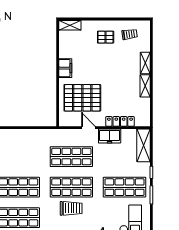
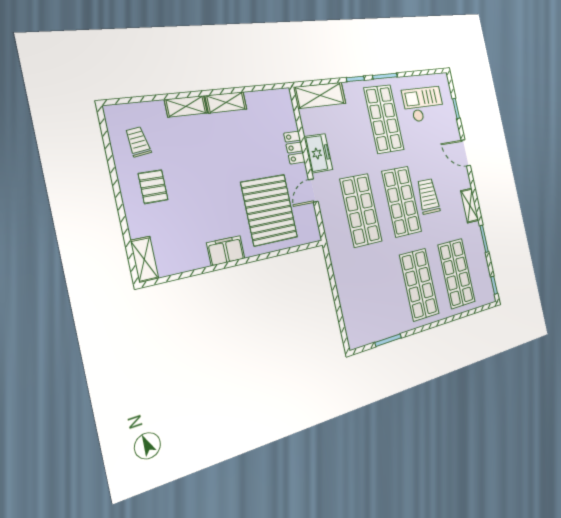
locker: (120, 121) -> (294, 148), width x0.66

